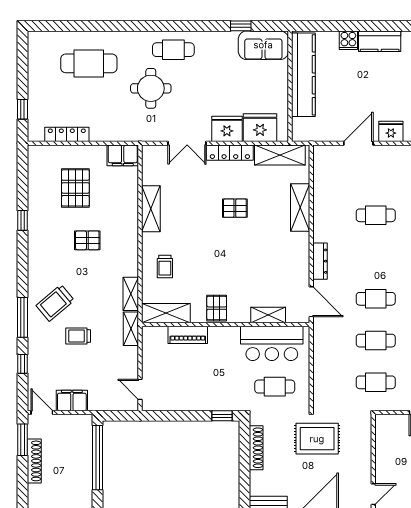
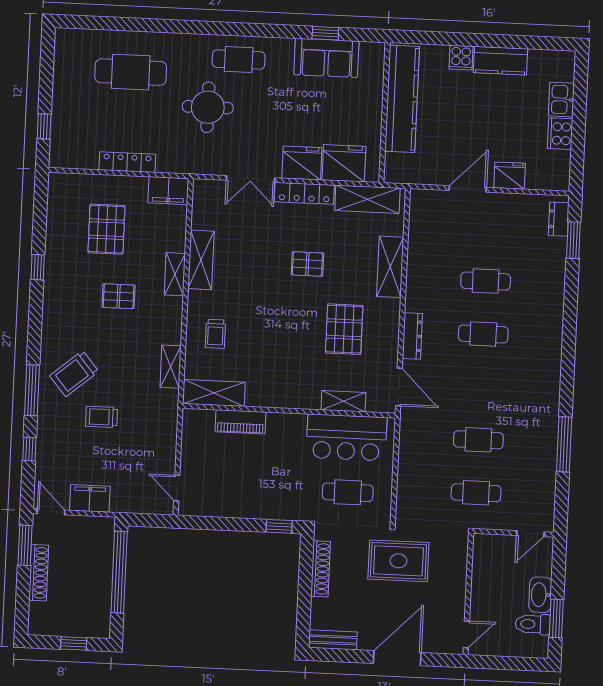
sofa: (263, 45) -> (326, 58), moved
locker: (67, 134) -> (127, 162), moved
cafe table: (376, 299) -> (483, 334), moved
pallet: (217, 308) -> (344, 329), moved, width x1.50, depth x1.42
shelving: (131, 329) -> (175, 274), moved

